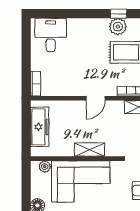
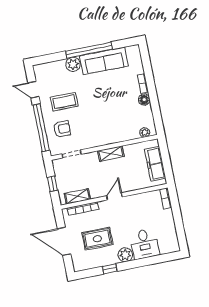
plant: (118, 27) -> (125, 255), moved
desk: (51, 35) -> (144, 244), moved
corner sofa: (81, 181) -> (113, 126), removed

